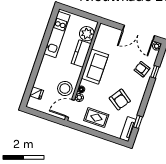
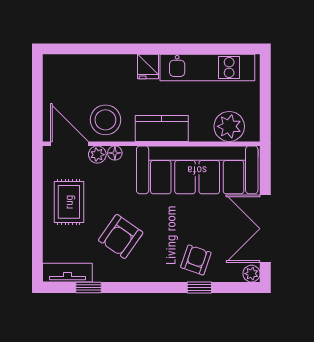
kitchen counter: (81, 53) -> (162, 128), moved
sofa: (95, 67) -> (197, 170), width x1.85, depth x1.27
fridge: (36, 93) -> (148, 67), moved

